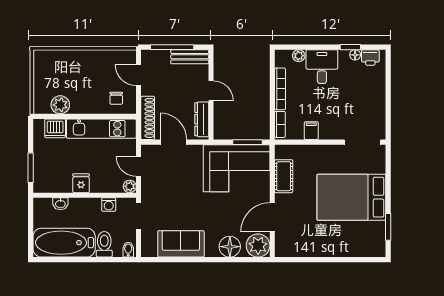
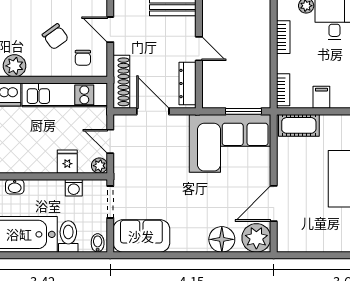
chair: (94, 81) -> (55, 37), added
bookcase: (280, 89) -> (283, 37), width x0.64
cot: (284, 176) -> (299, 125), moved, turned 90
fridge: (81, 183) -> (67, 162), moved
sofa: (181, 244) -> (141, 236), moved

